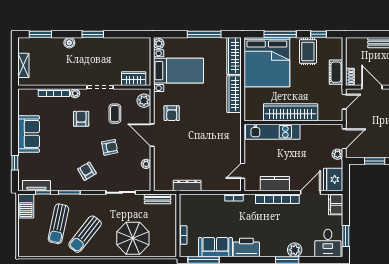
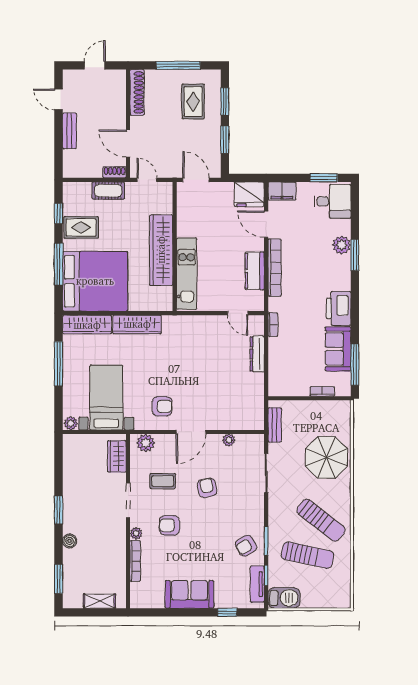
door: (372, 87) -> (128, 144), hinge flipped
plant: (337, 154) -> (216, 189), removed
armchair: (87, 171) -> (246, 546), moved
dresser: (187, 185) -> (257, 354), moved

